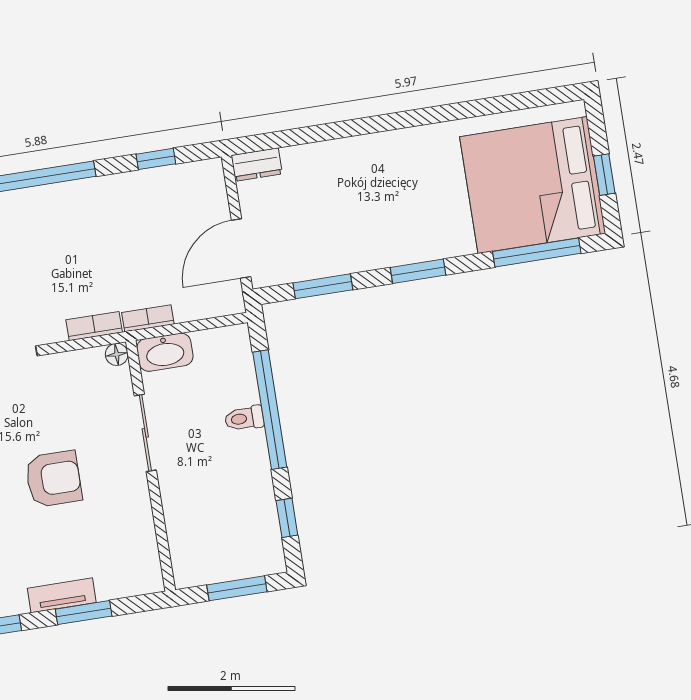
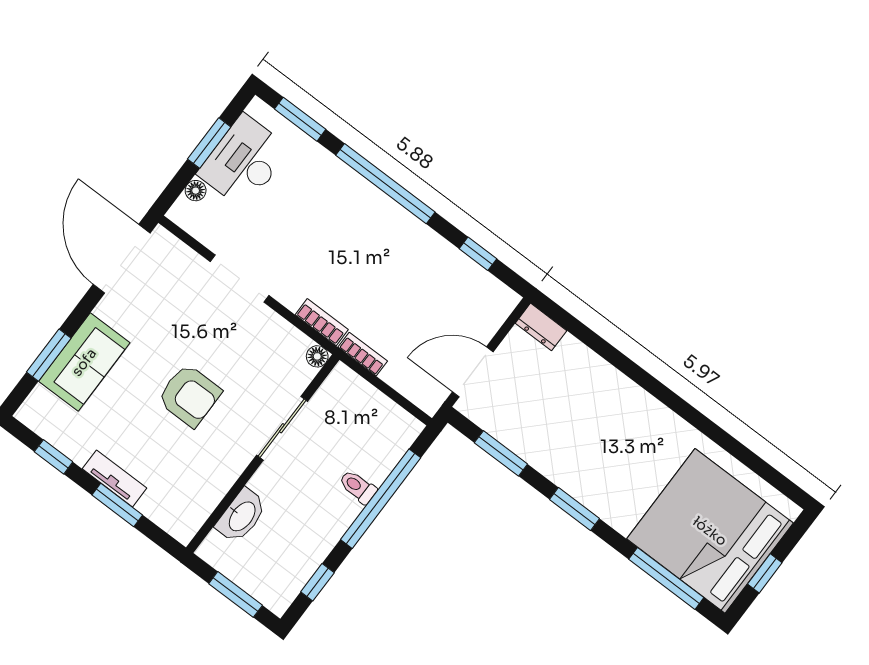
washbasin: (165, 352) -> (241, 516), moved, turned -90

